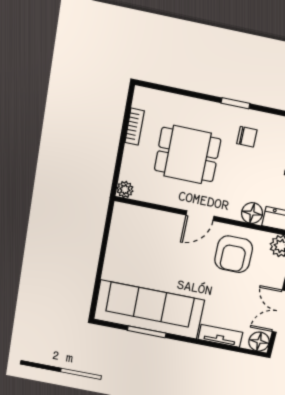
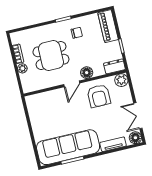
plant: (125, 190) -> (22, 68), moved
floor lamp: (252, 213) -> (87, 73), moved

